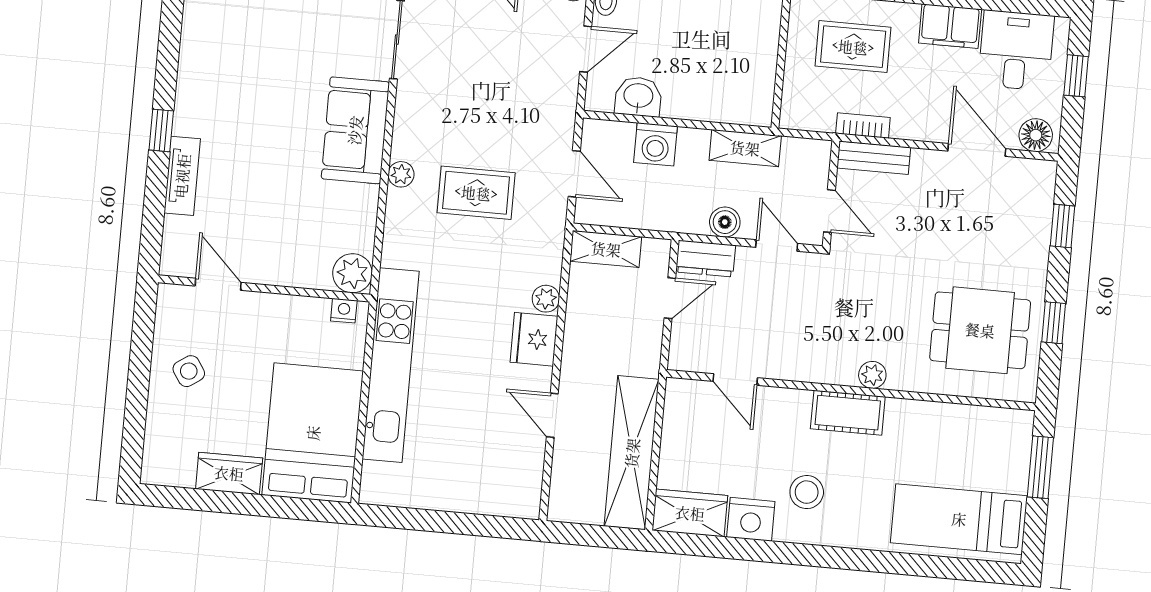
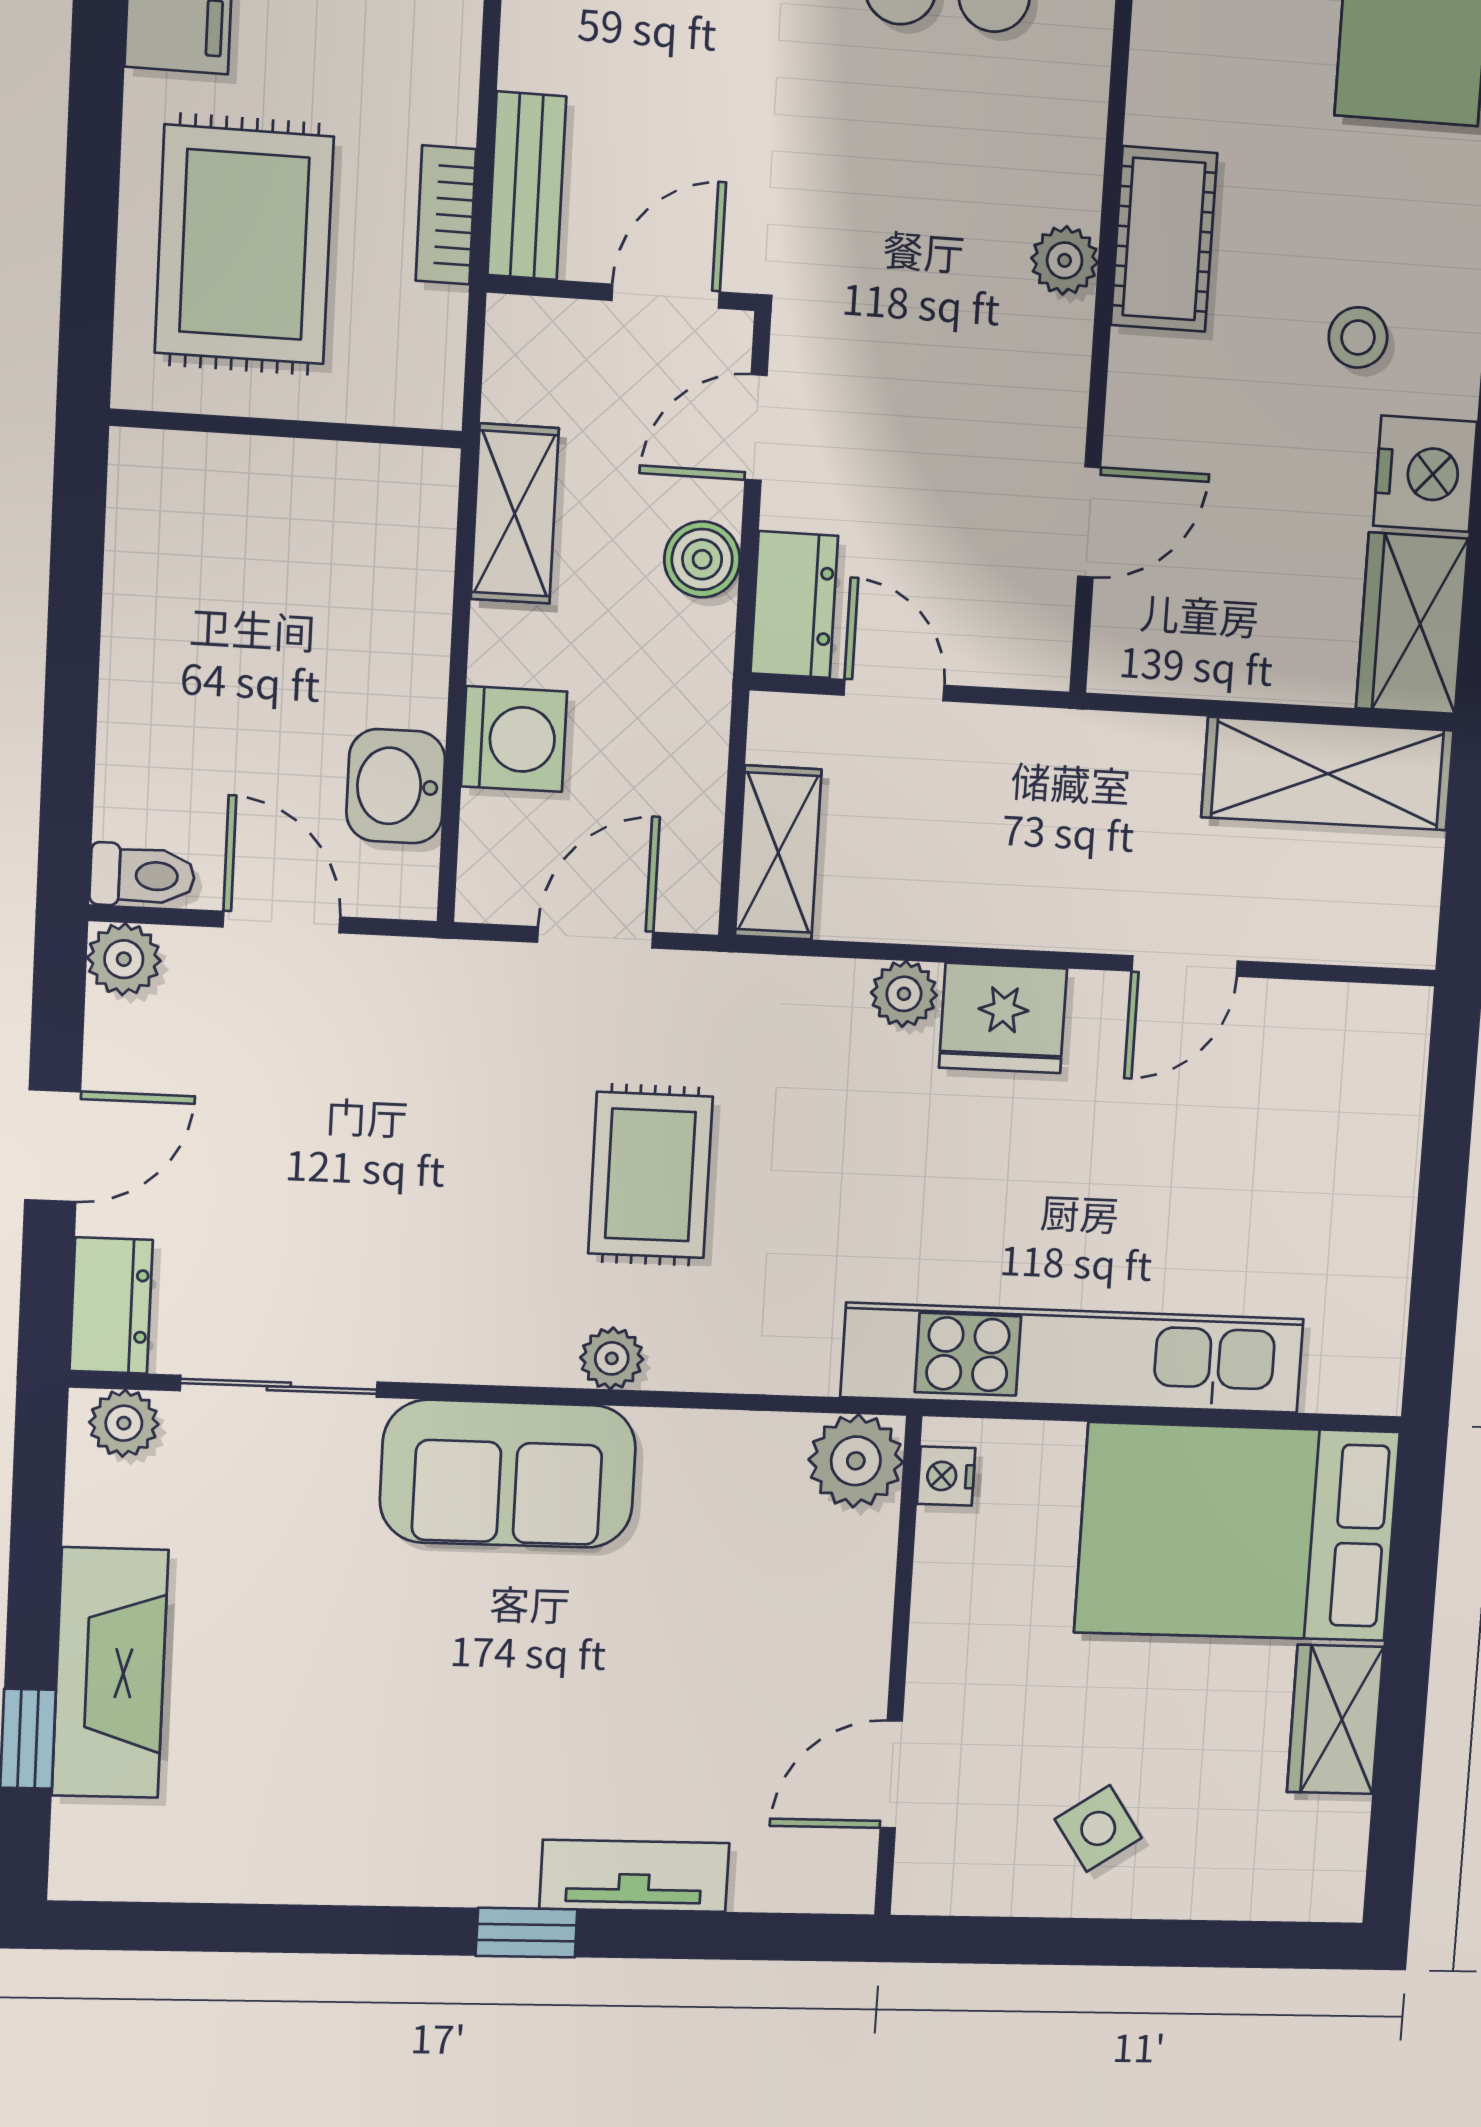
rug: (853, 47) -> (244, 245), width x1.36, depth x1.43
plant: (872, 375) -> (1065, 260), moved
shelving: (632, 453) -> (1328, 774), width x0.68
stool: (807, 492) -> (1358, 337), width x0.73, depth x0.73

